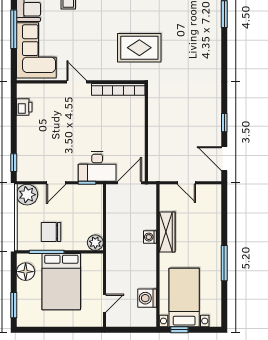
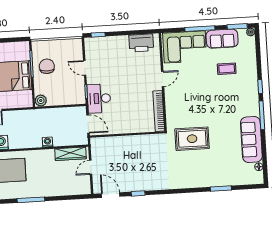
rug: (139, 48) -> (192, 139), moved, turned 90
printer: (24, 107) -> (141, 43), width x1.87, depth x1.48
door: (224, 159) -> (111, 195), hinge flipped
plant: (27, 195) -> (74, 46), removed
wardrobe: (167, 232) -> (70, 154), moved
floor lamp: (26, 272) -> (15, 49), removed

